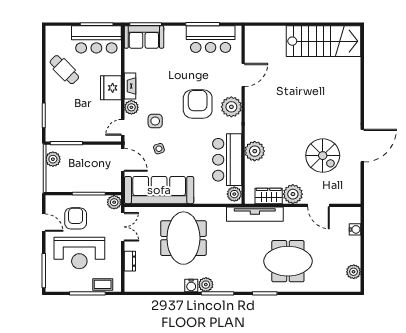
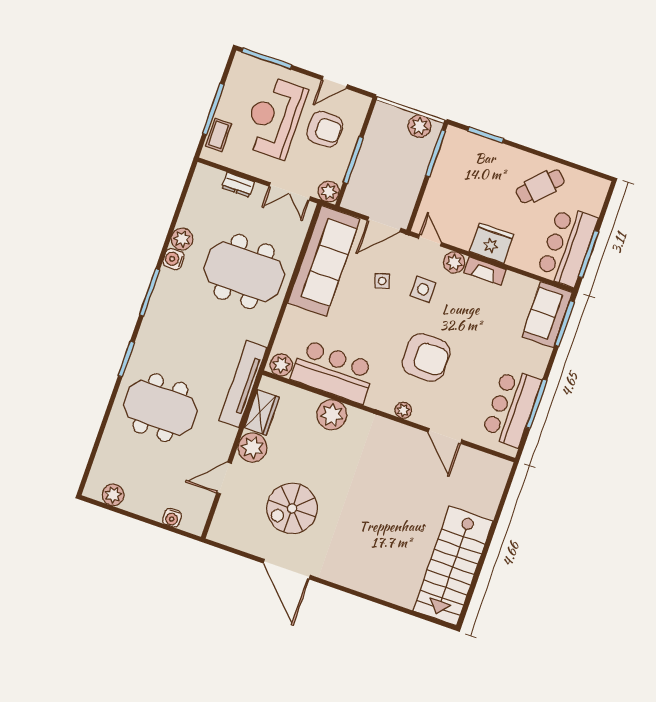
plant: (231, 107) -> (403, 410), width x0.53, depth x0.53
meeting table: (288, 261) -> (160, 408), turned 90
plant: (206, 285) -> (182, 239), moved

